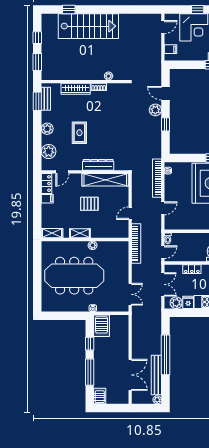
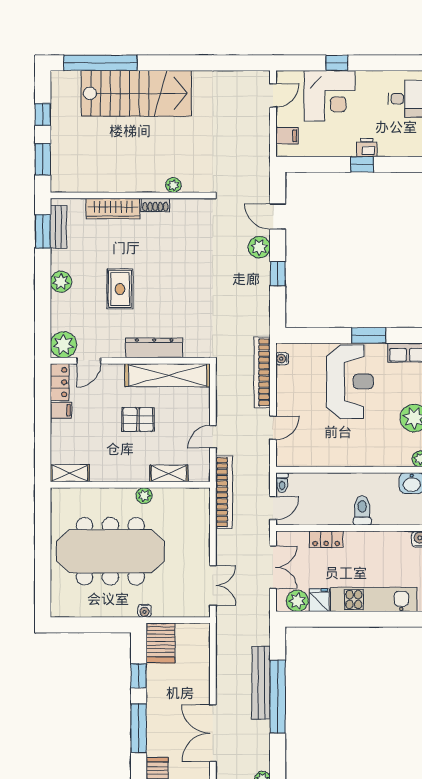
window: (69, 9) -> (100, 63), width x3.17
plant: (49, 151) -> (63, 345), moved
shelving: (80, 233) -> (169, 473), moved
double door: (130, 375) -> (213, 733), swing flipped
bench: (156, 375) -> (261, 683), moved

